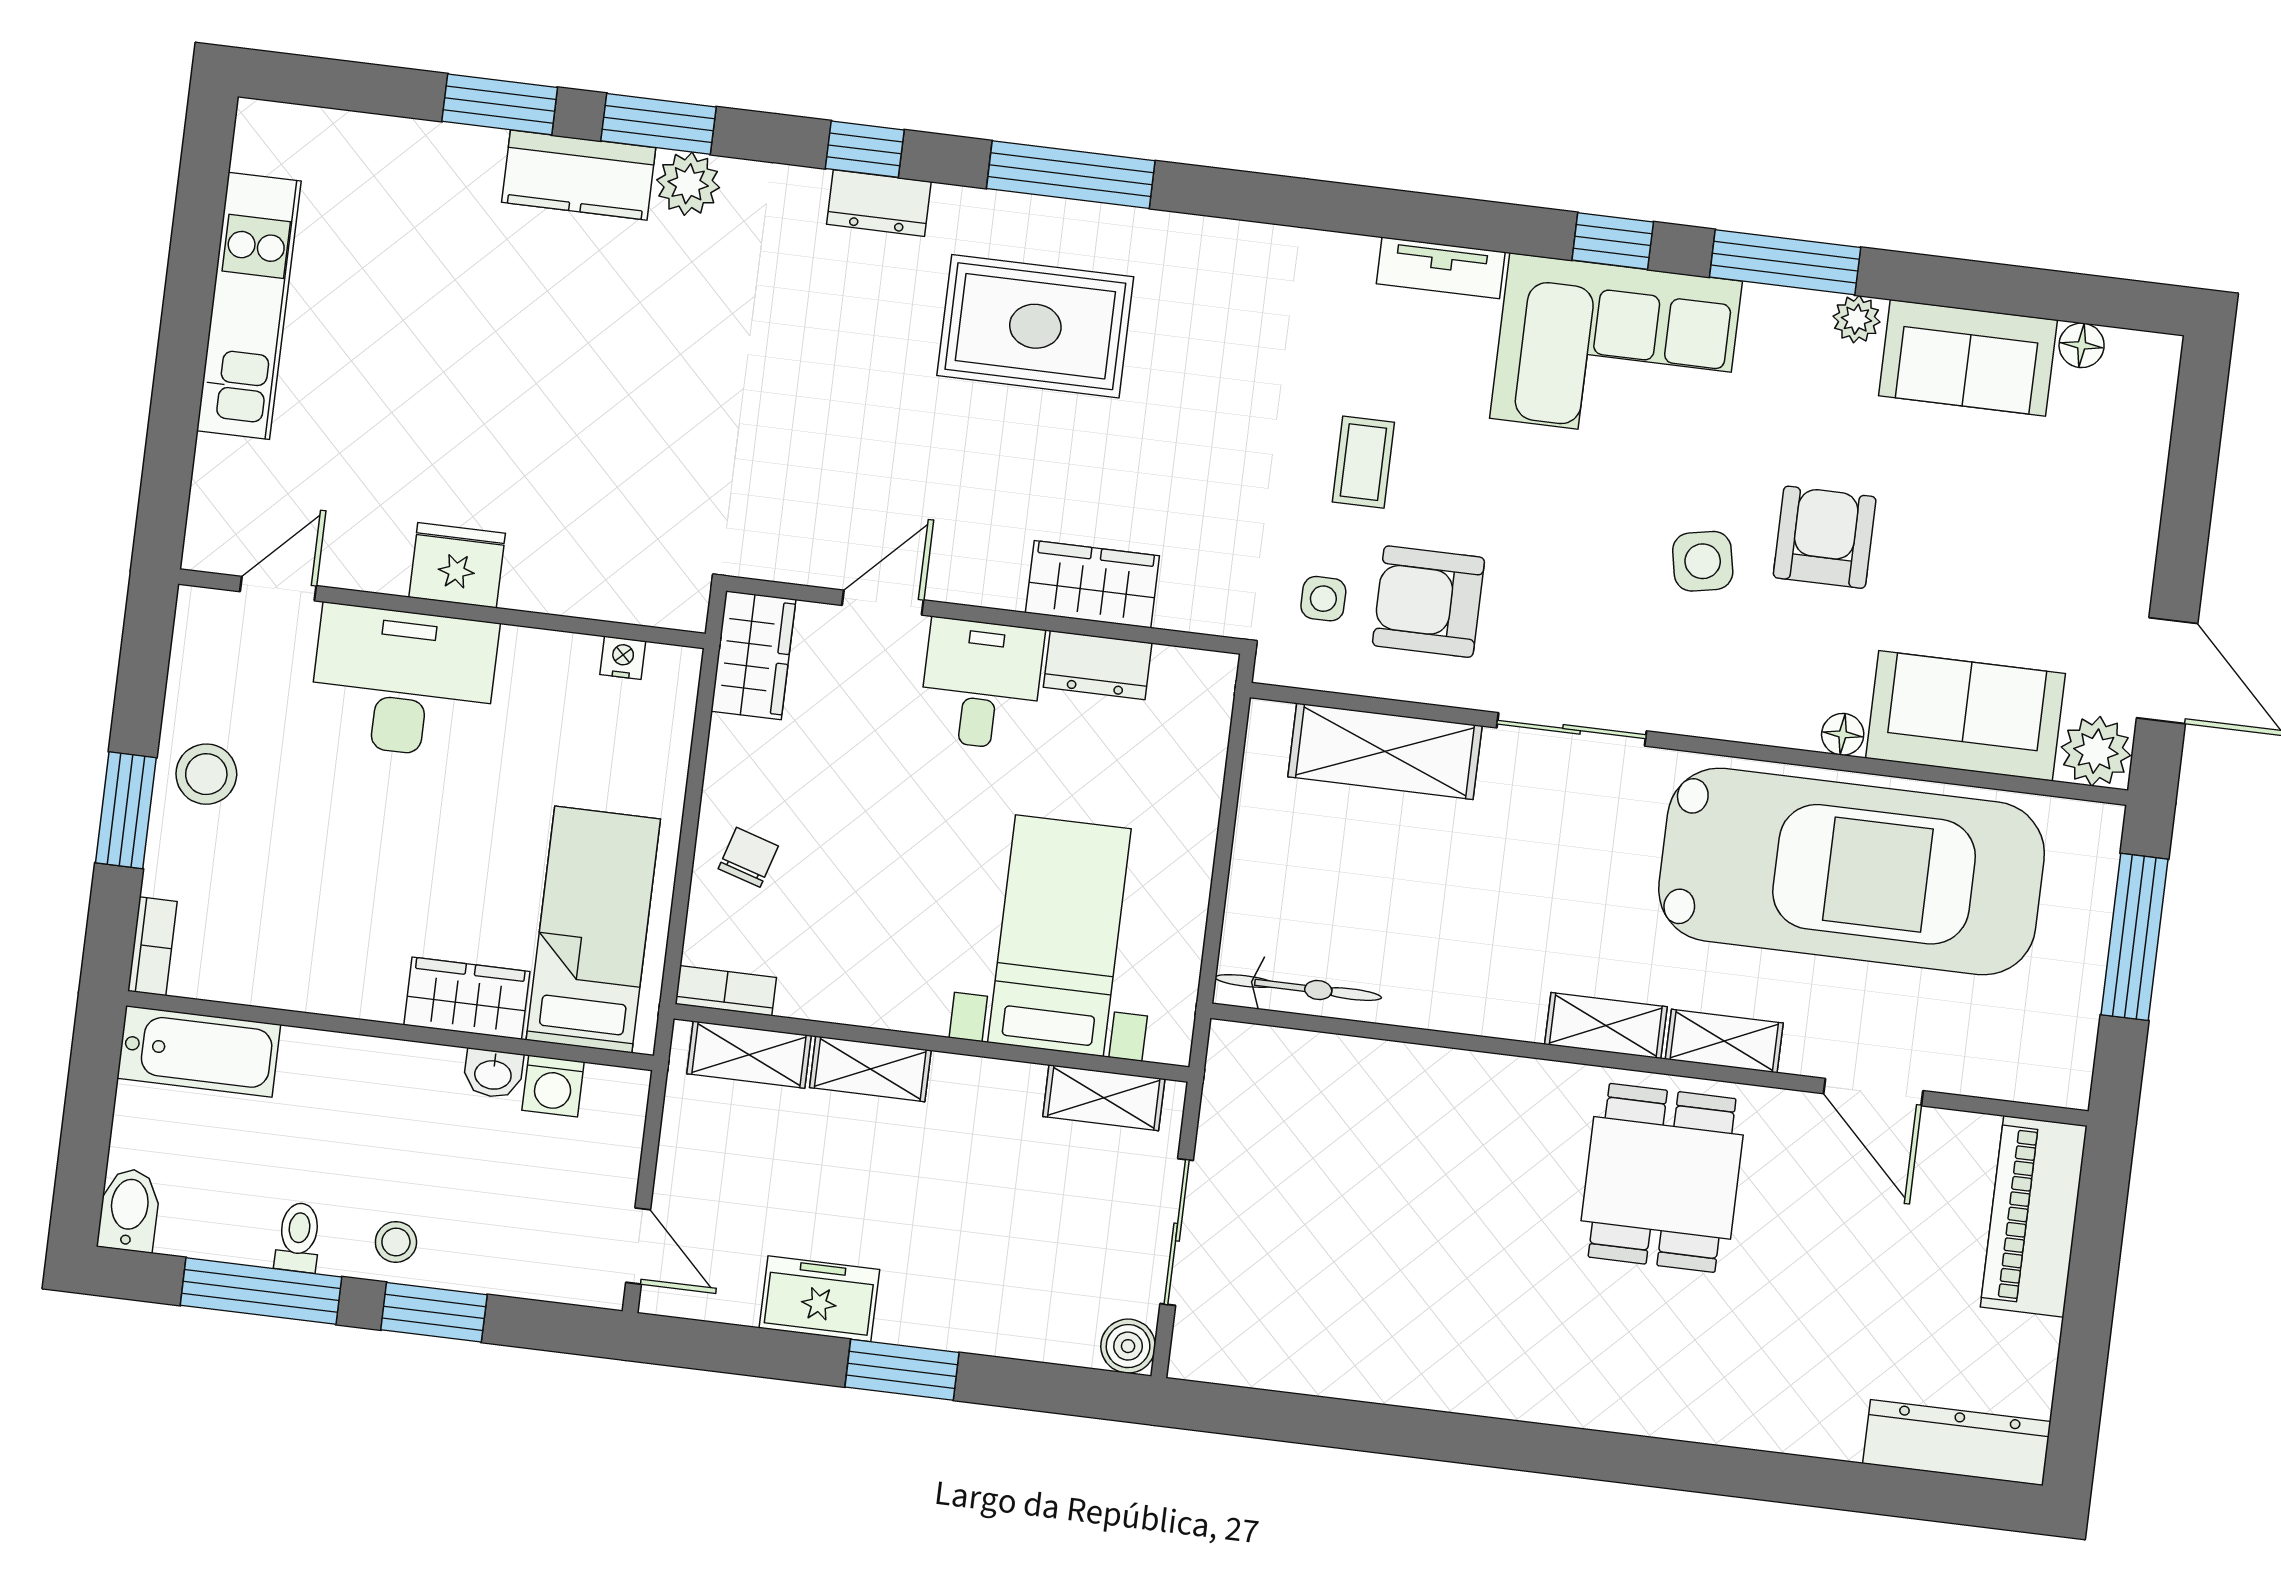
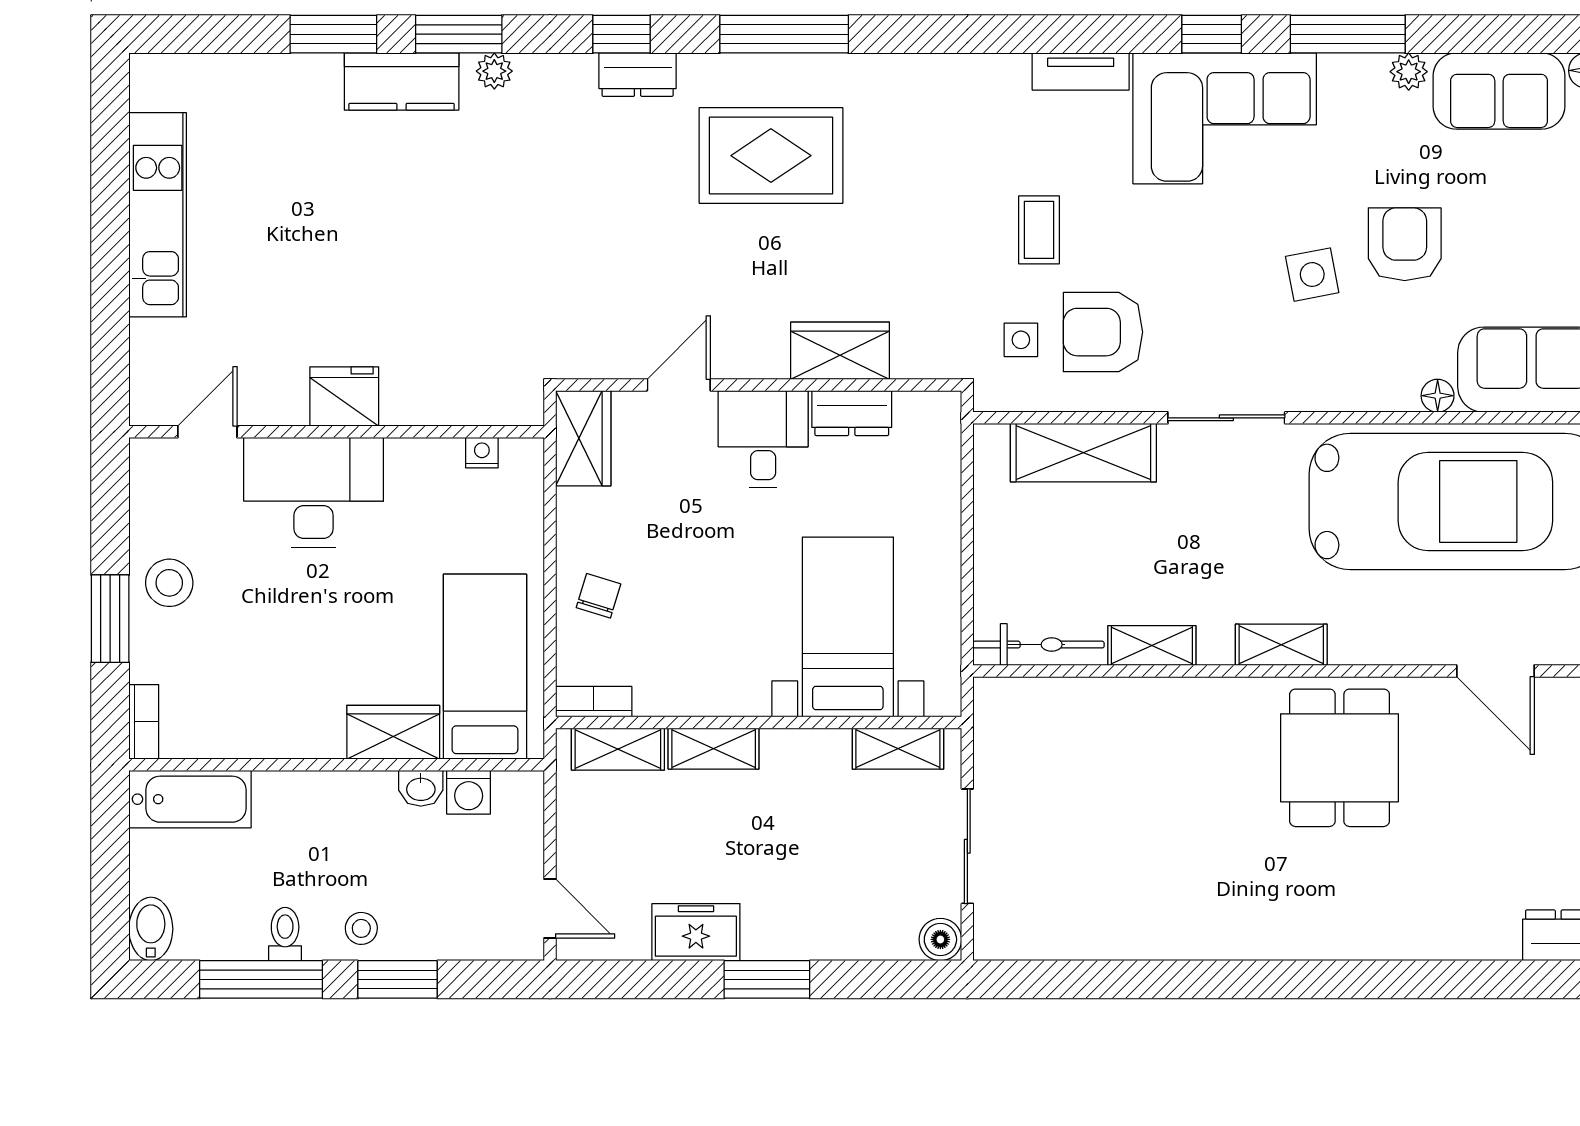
plant: (688, 184) -> (494, 71), width x0.73, depth x0.73
shelving: (1724, 1041) -> (1152, 646), moved

